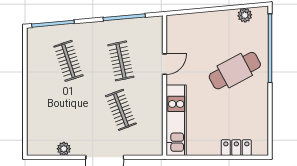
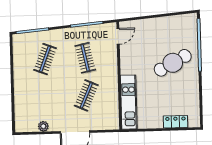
plant: (245, 15) -> (179, 20), removed
clothes rail: (68, 61) -> (45, 59), turned 39
door: (164, 64) -> (118, 36), moved
clothes rail: (121, 110) -> (86, 95), turned 45

